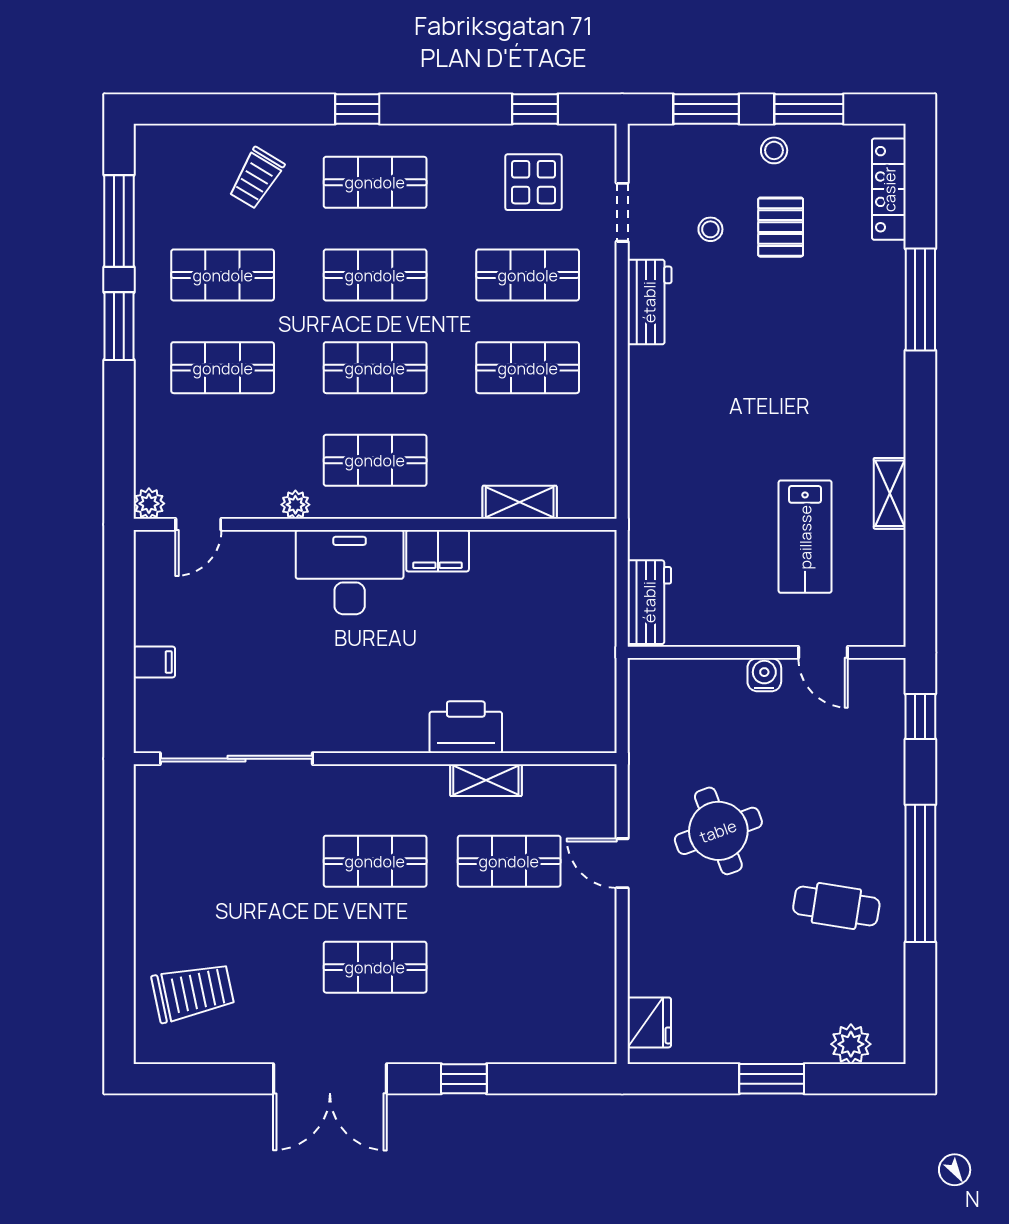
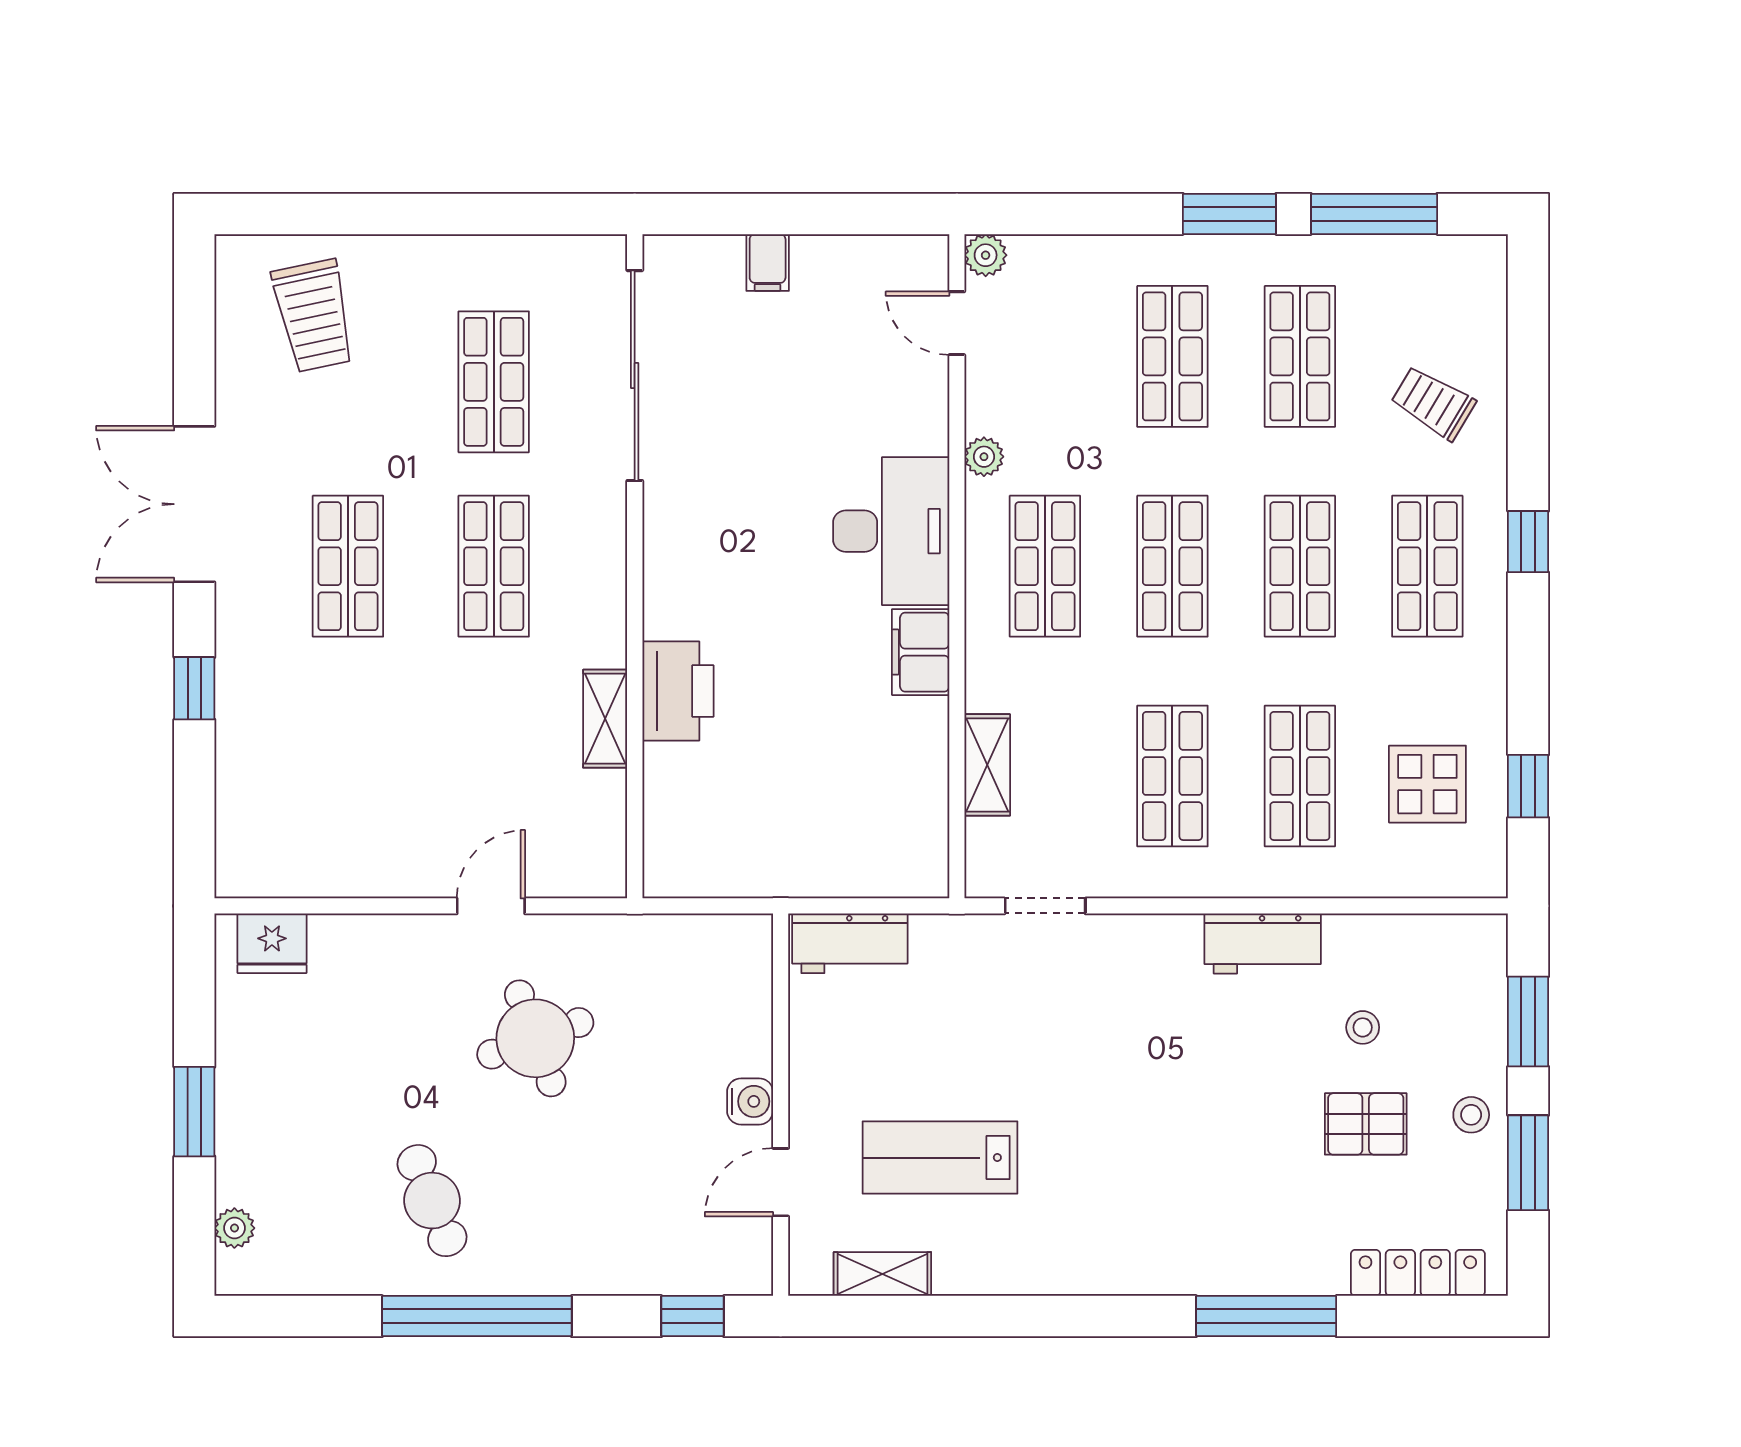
doorway: (622, 212) -> (1045, 906), moved
shelving: (890, 493) -> (882, 1274), moved
shop shelf: (509, 861) -> (494, 382), moved
cafe table: (836, 906) -> (432, 1201), turned -31
plant: (851, 1044) -> (234, 1228), width x0.73, depth x0.73

